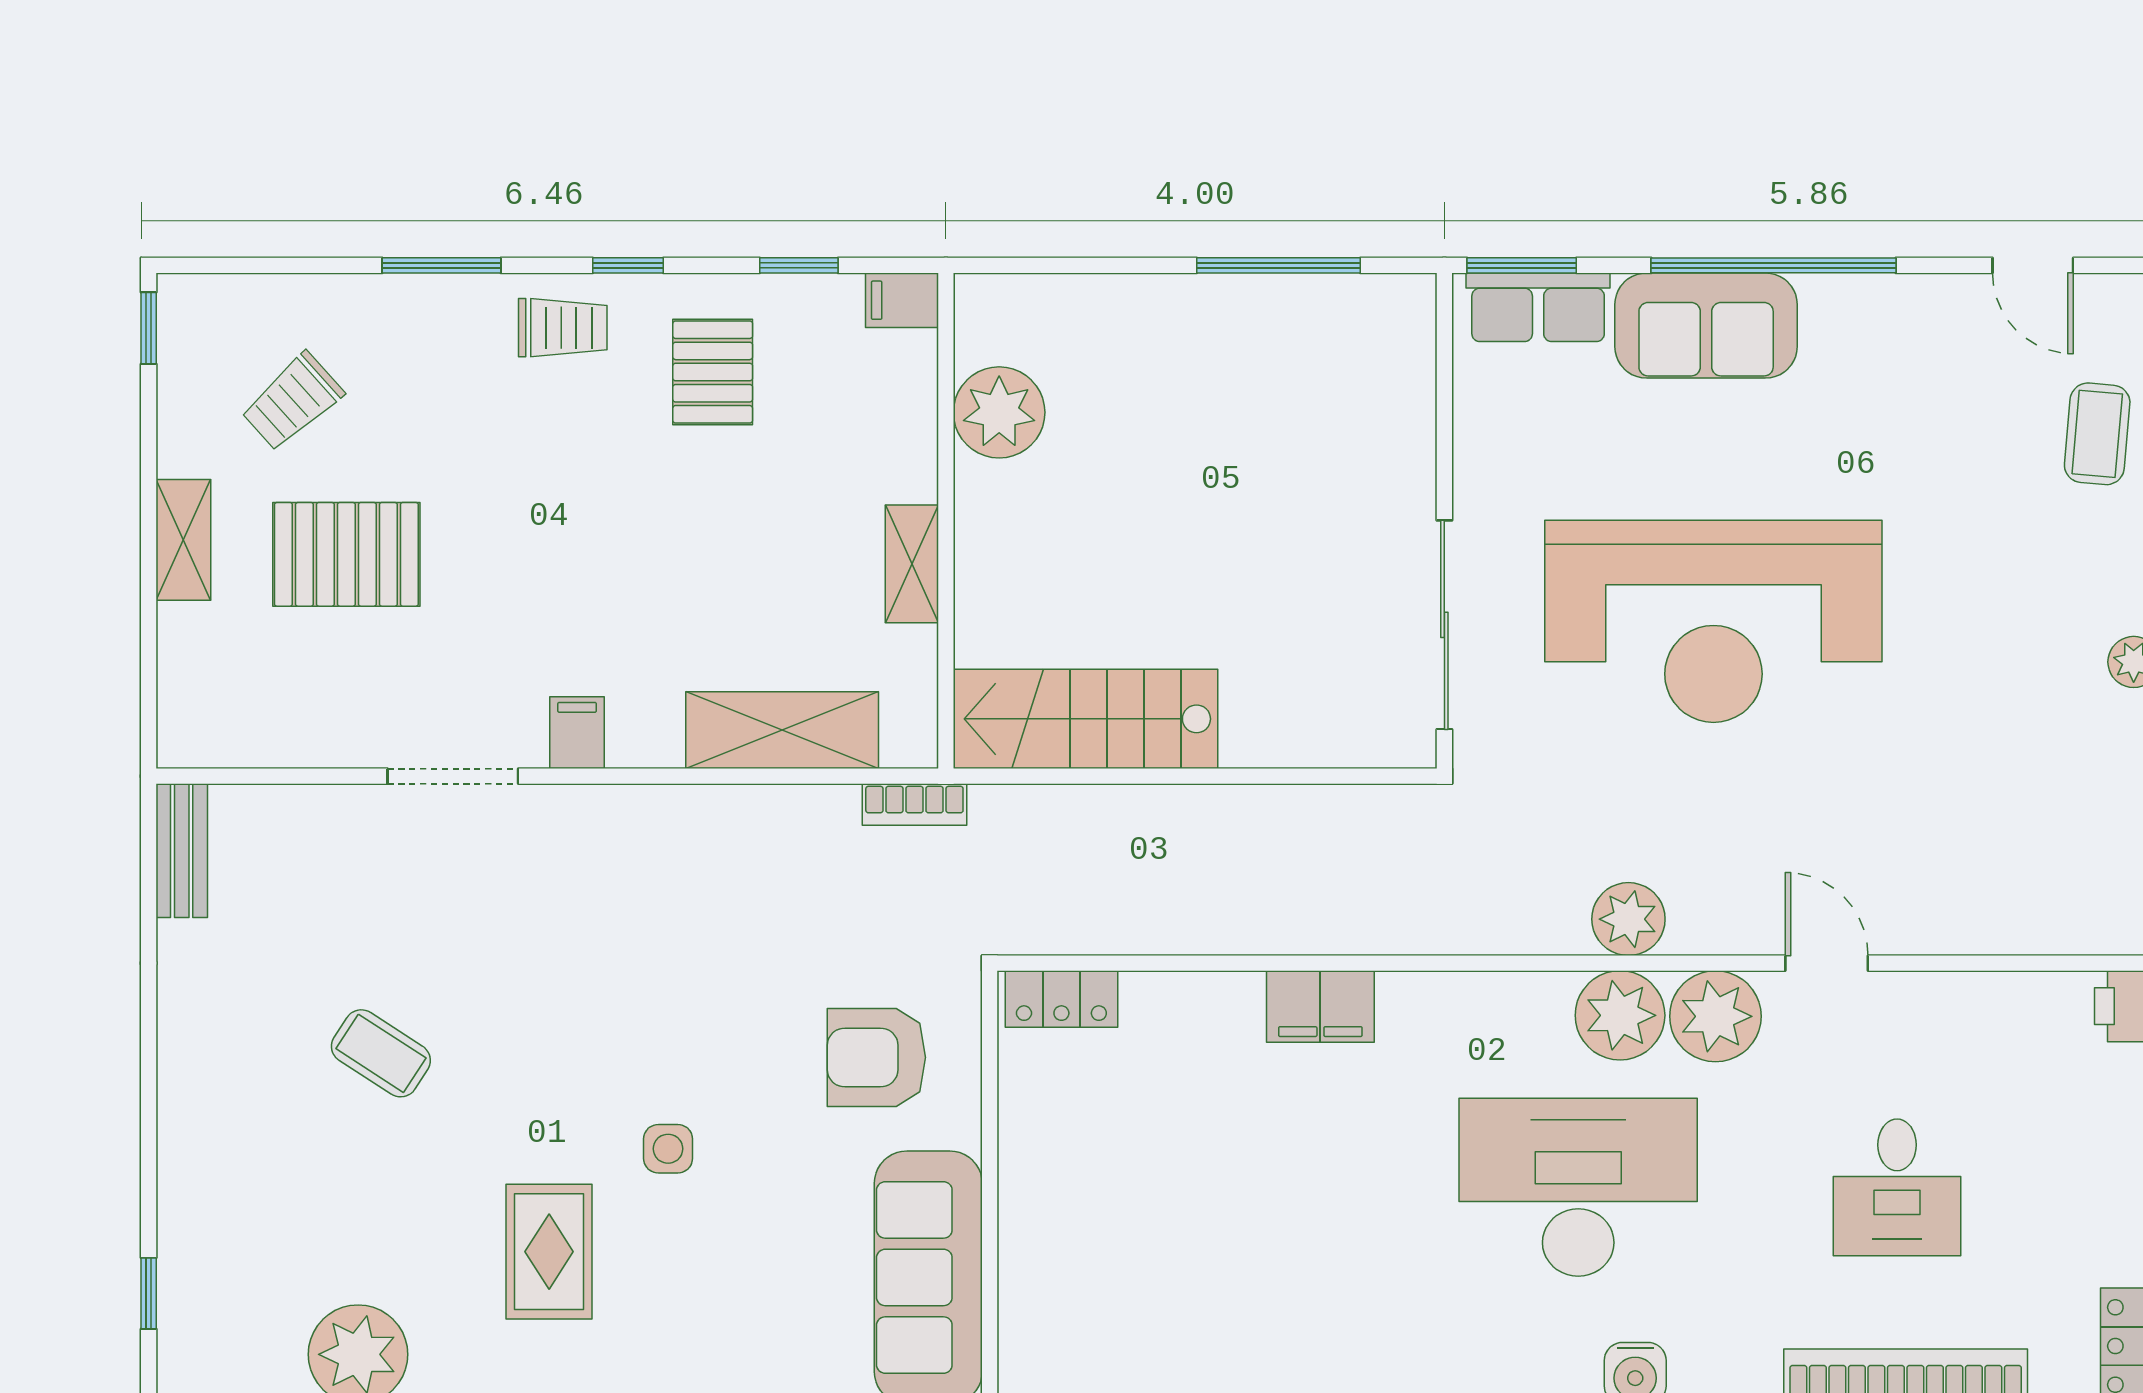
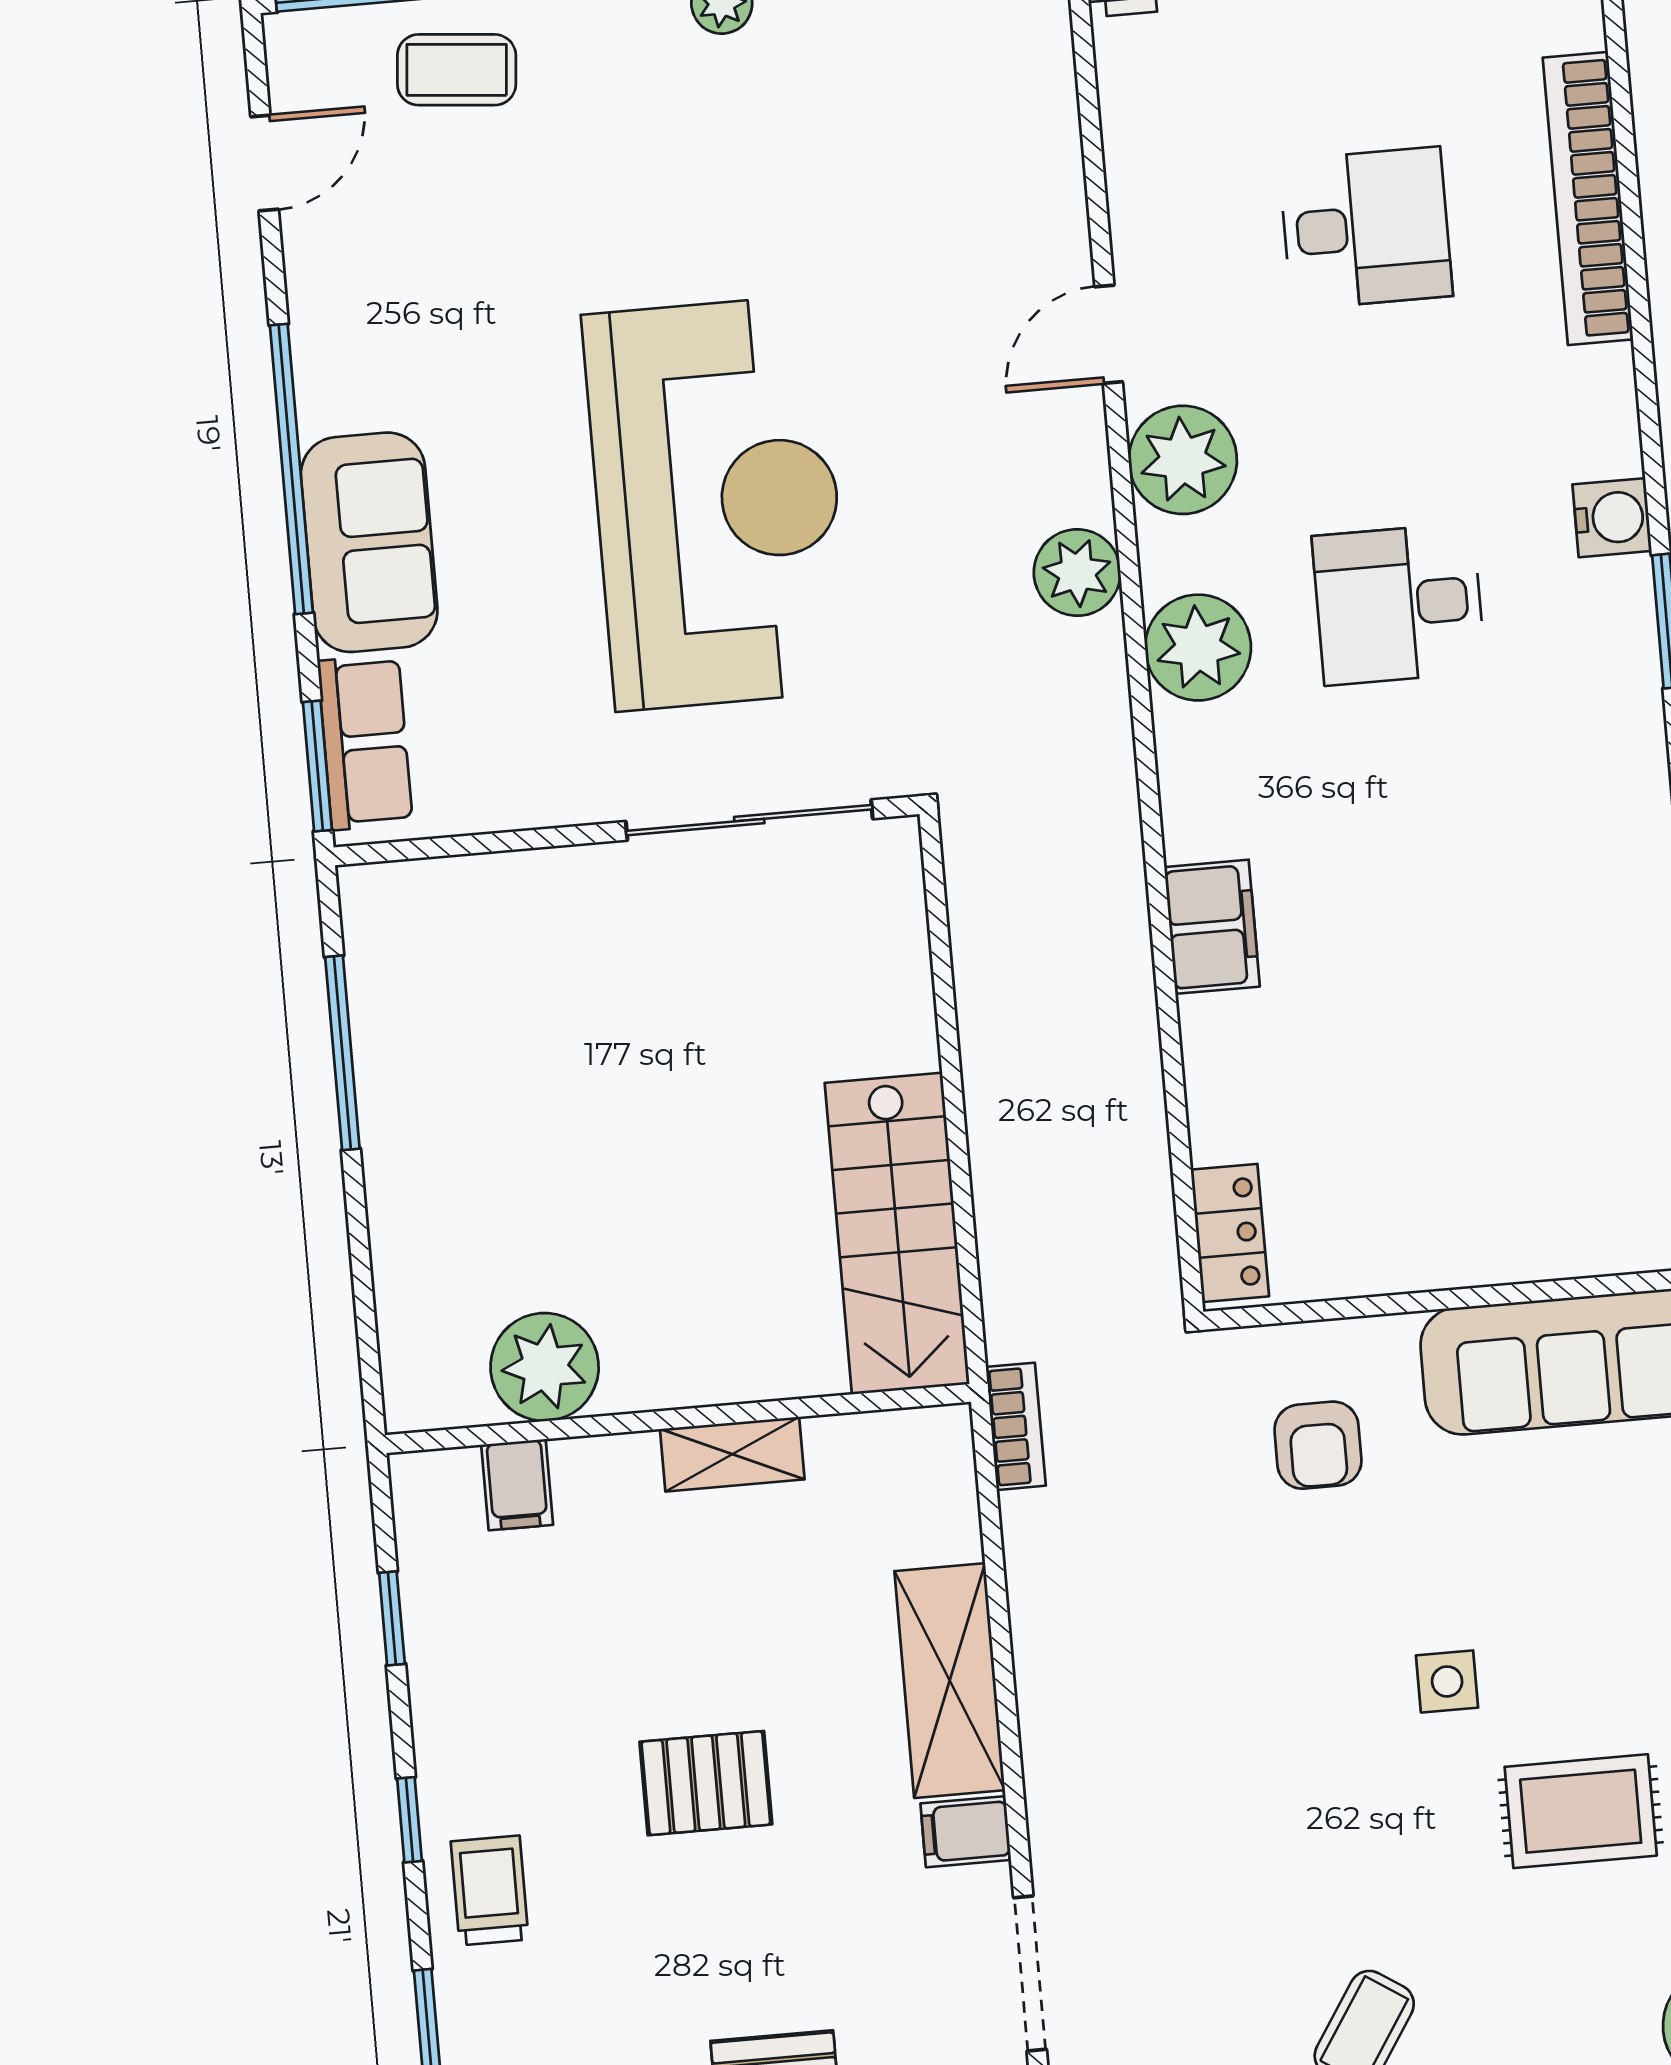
filing cabinet: (902, 300) -> (517, 1485), moved
pallet: (713, 372) -> (706, 1783), moved
shelving: (782, 730) -> (950, 1681), moved
plant: (1620, 1015) -> (1198, 648), moved
armchair: (876, 1057) -> (1318, 1445), width x0.72, depth x0.72
desk: (1578, 1187) -> (1399, 604), width x0.53, depth x0.77

